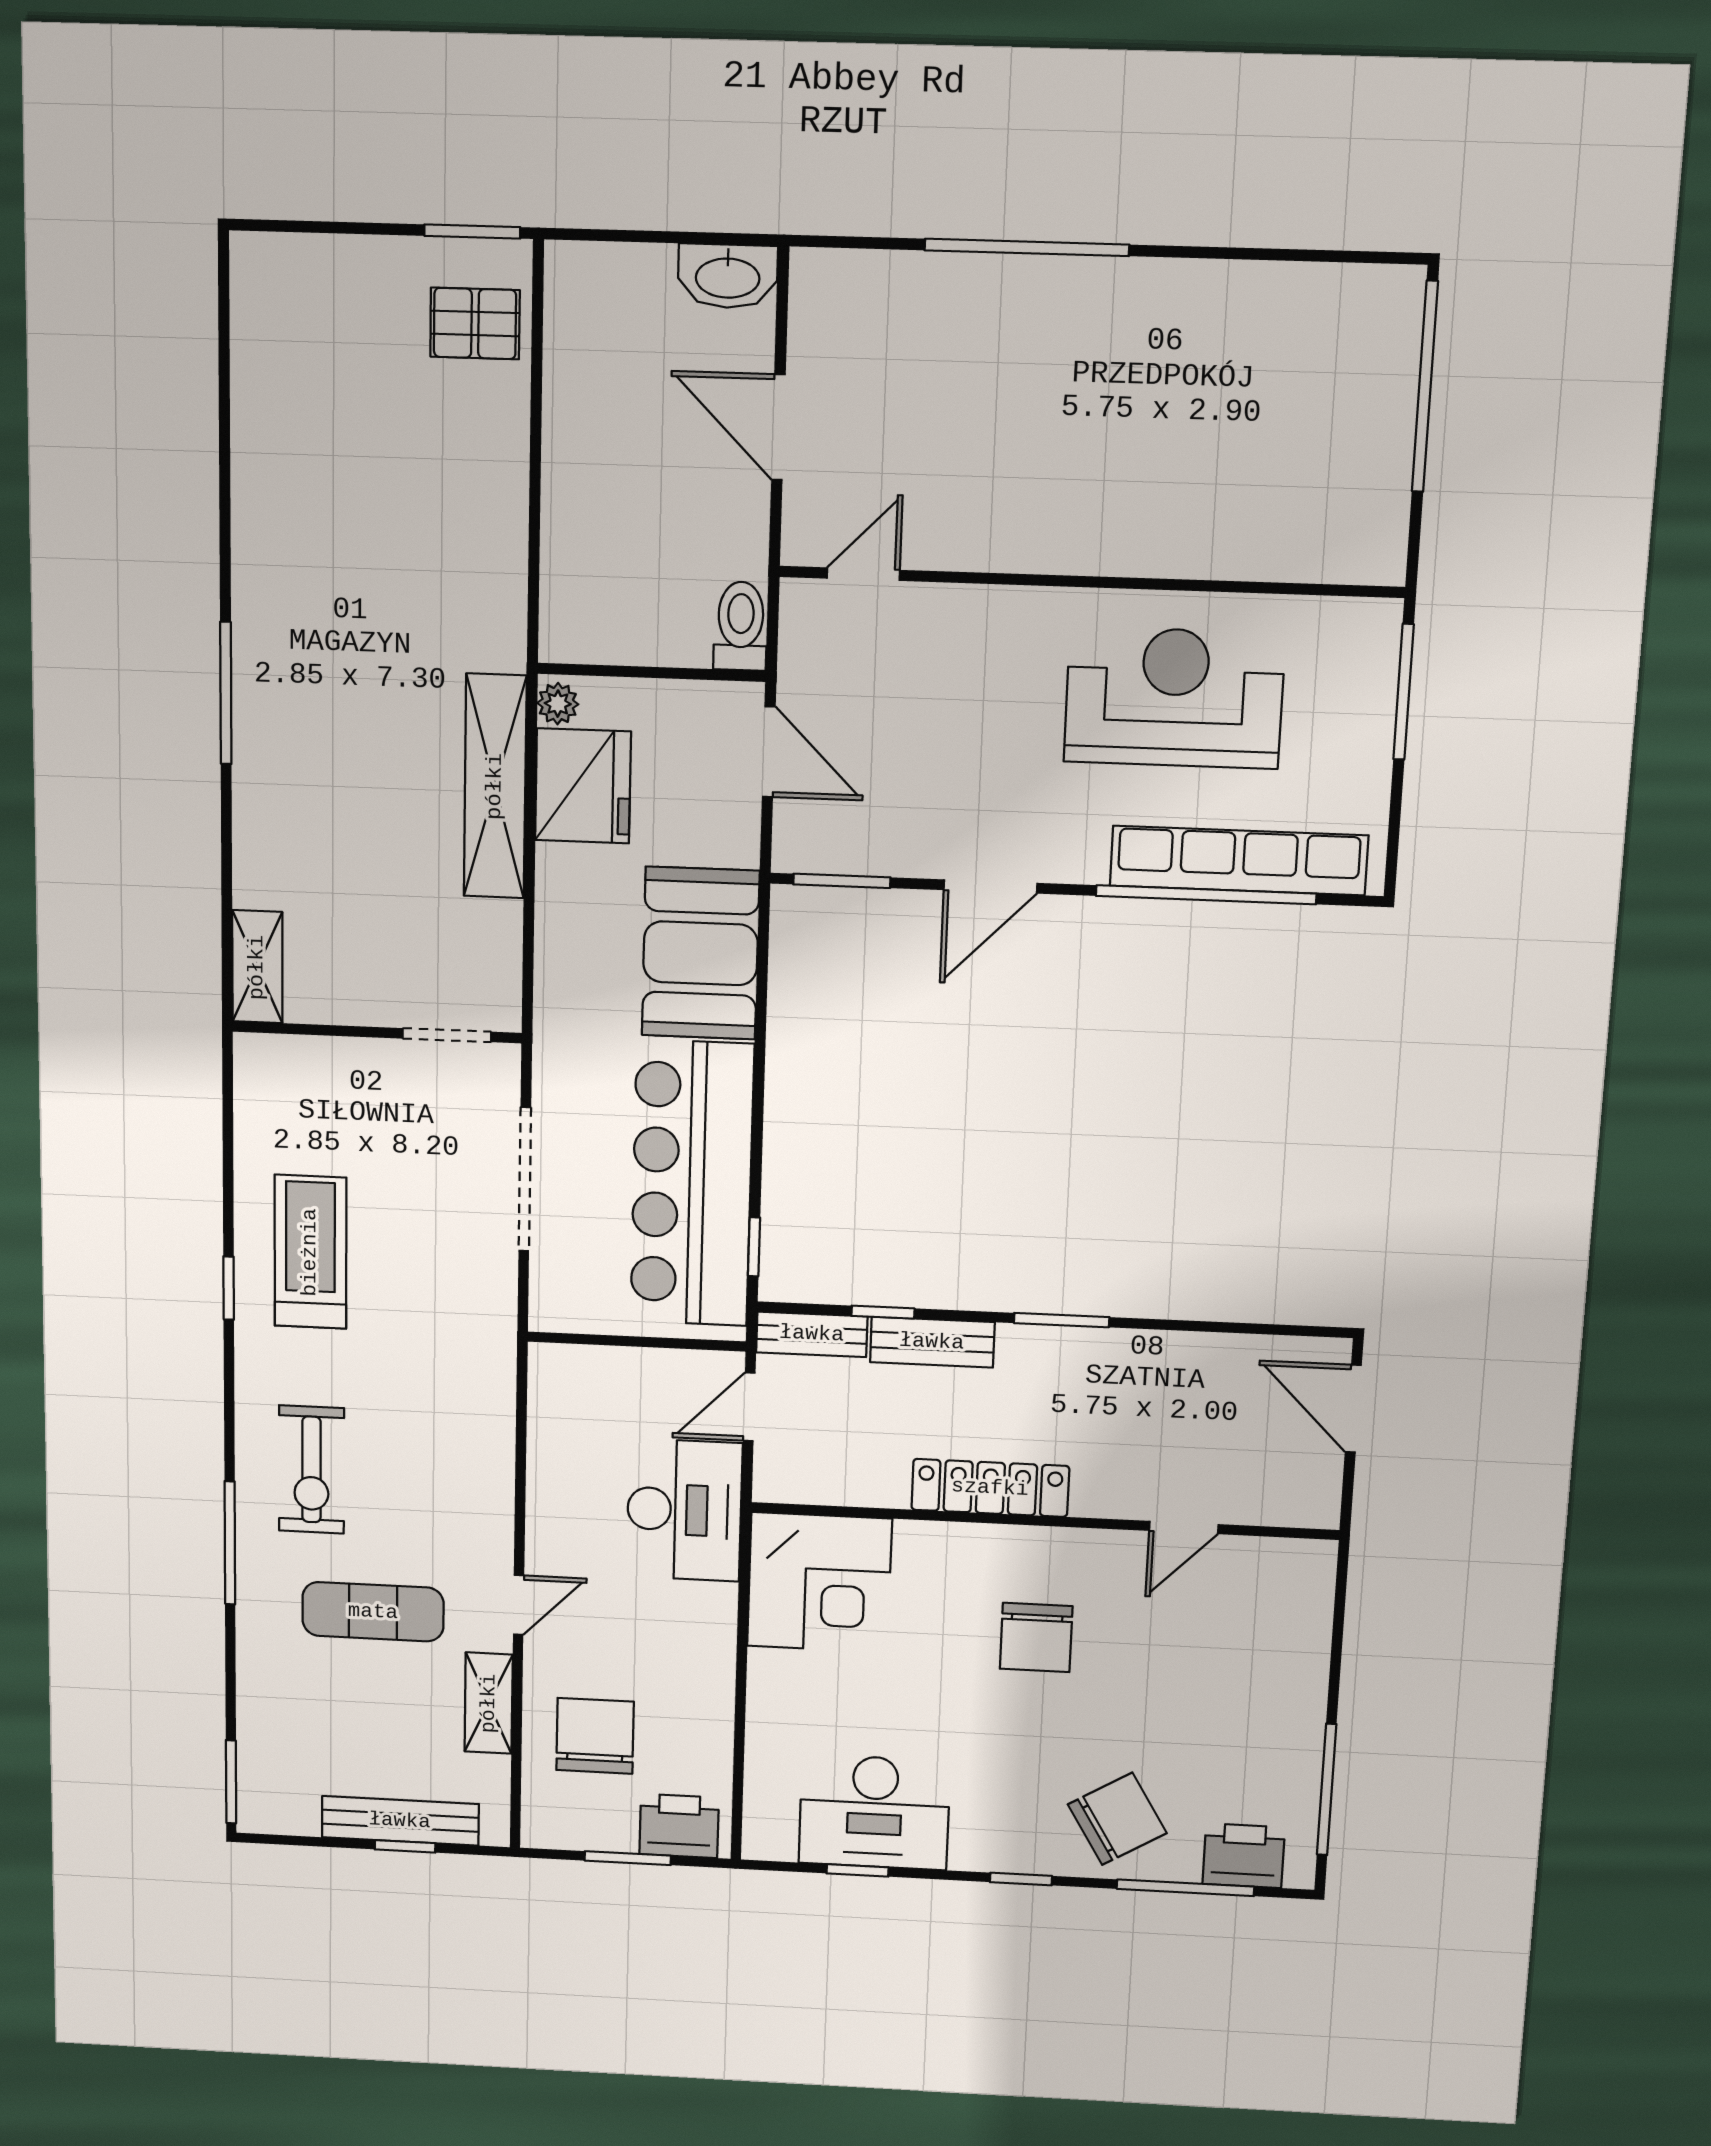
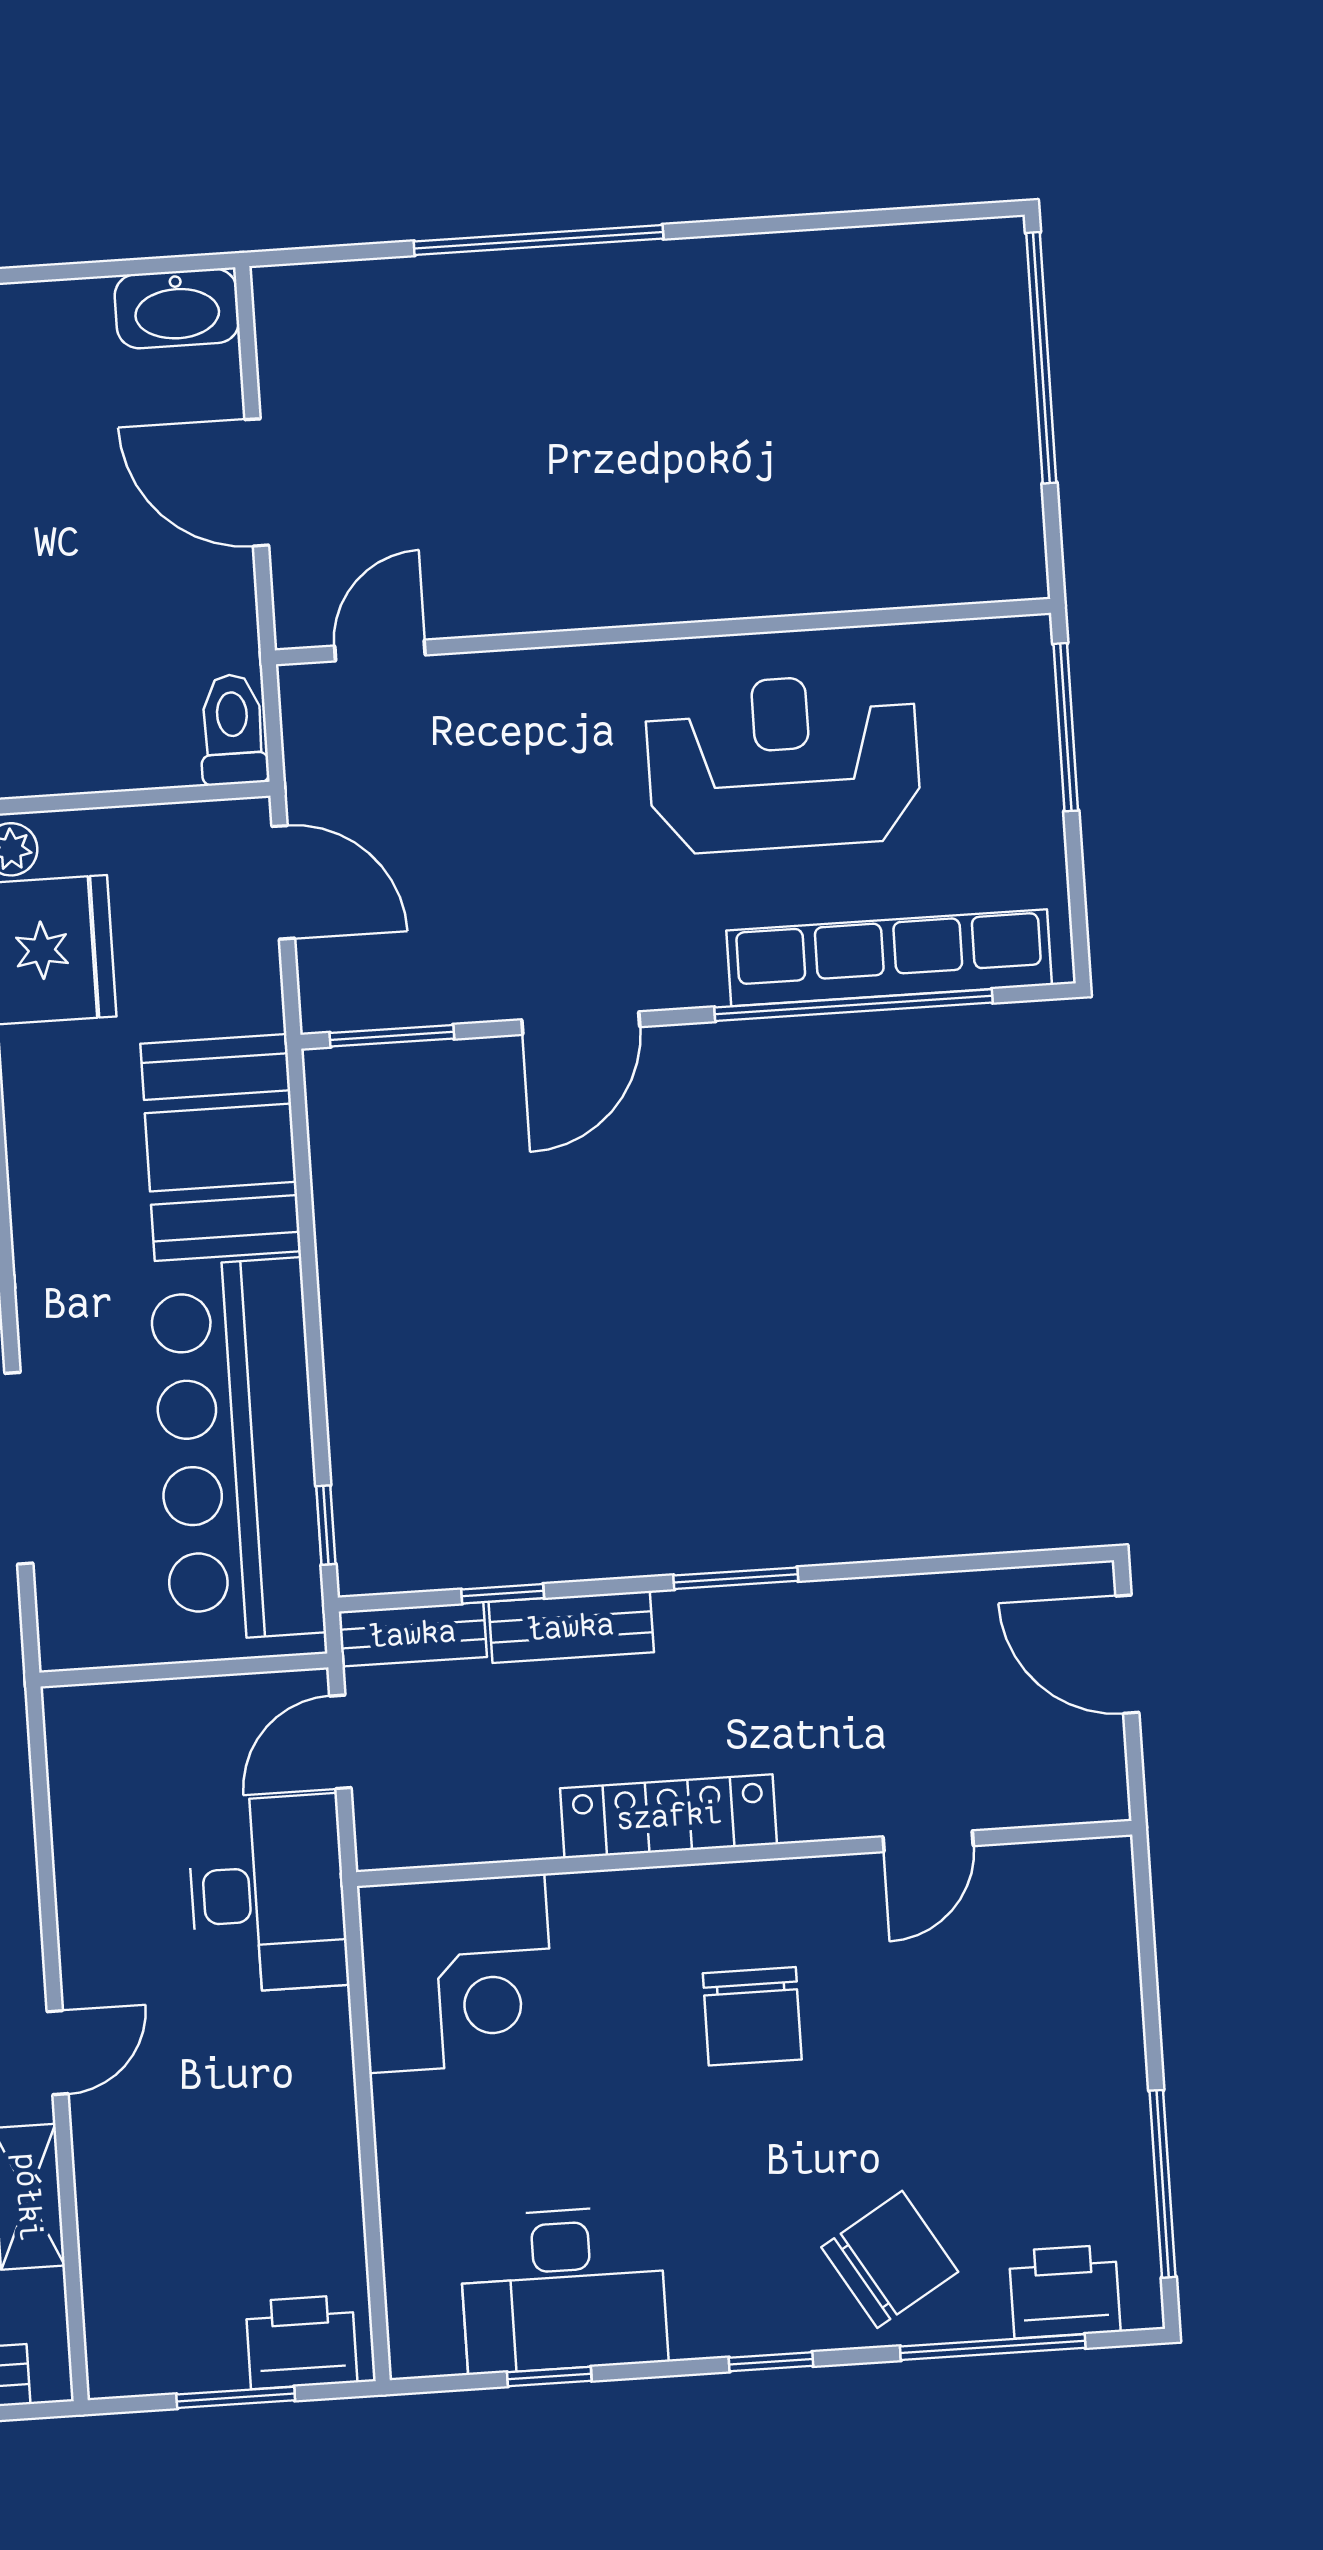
chair: (595, 1736) -> (176, 2226), removed

